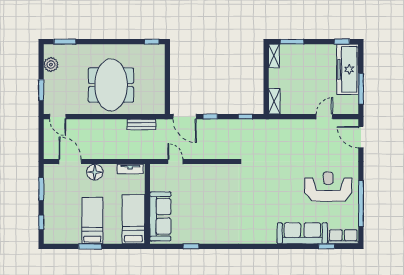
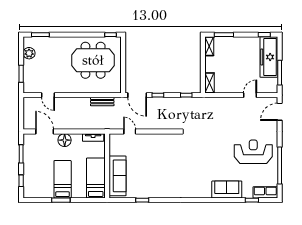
meeting table: (111, 85) -> (93, 60), moved, turned 90
door: (58, 117) -> (48, 95), moved
door: (361, 137) -> (280, 112), hinge flipped
sofa: (302, 233) -> (227, 190), width x0.73

